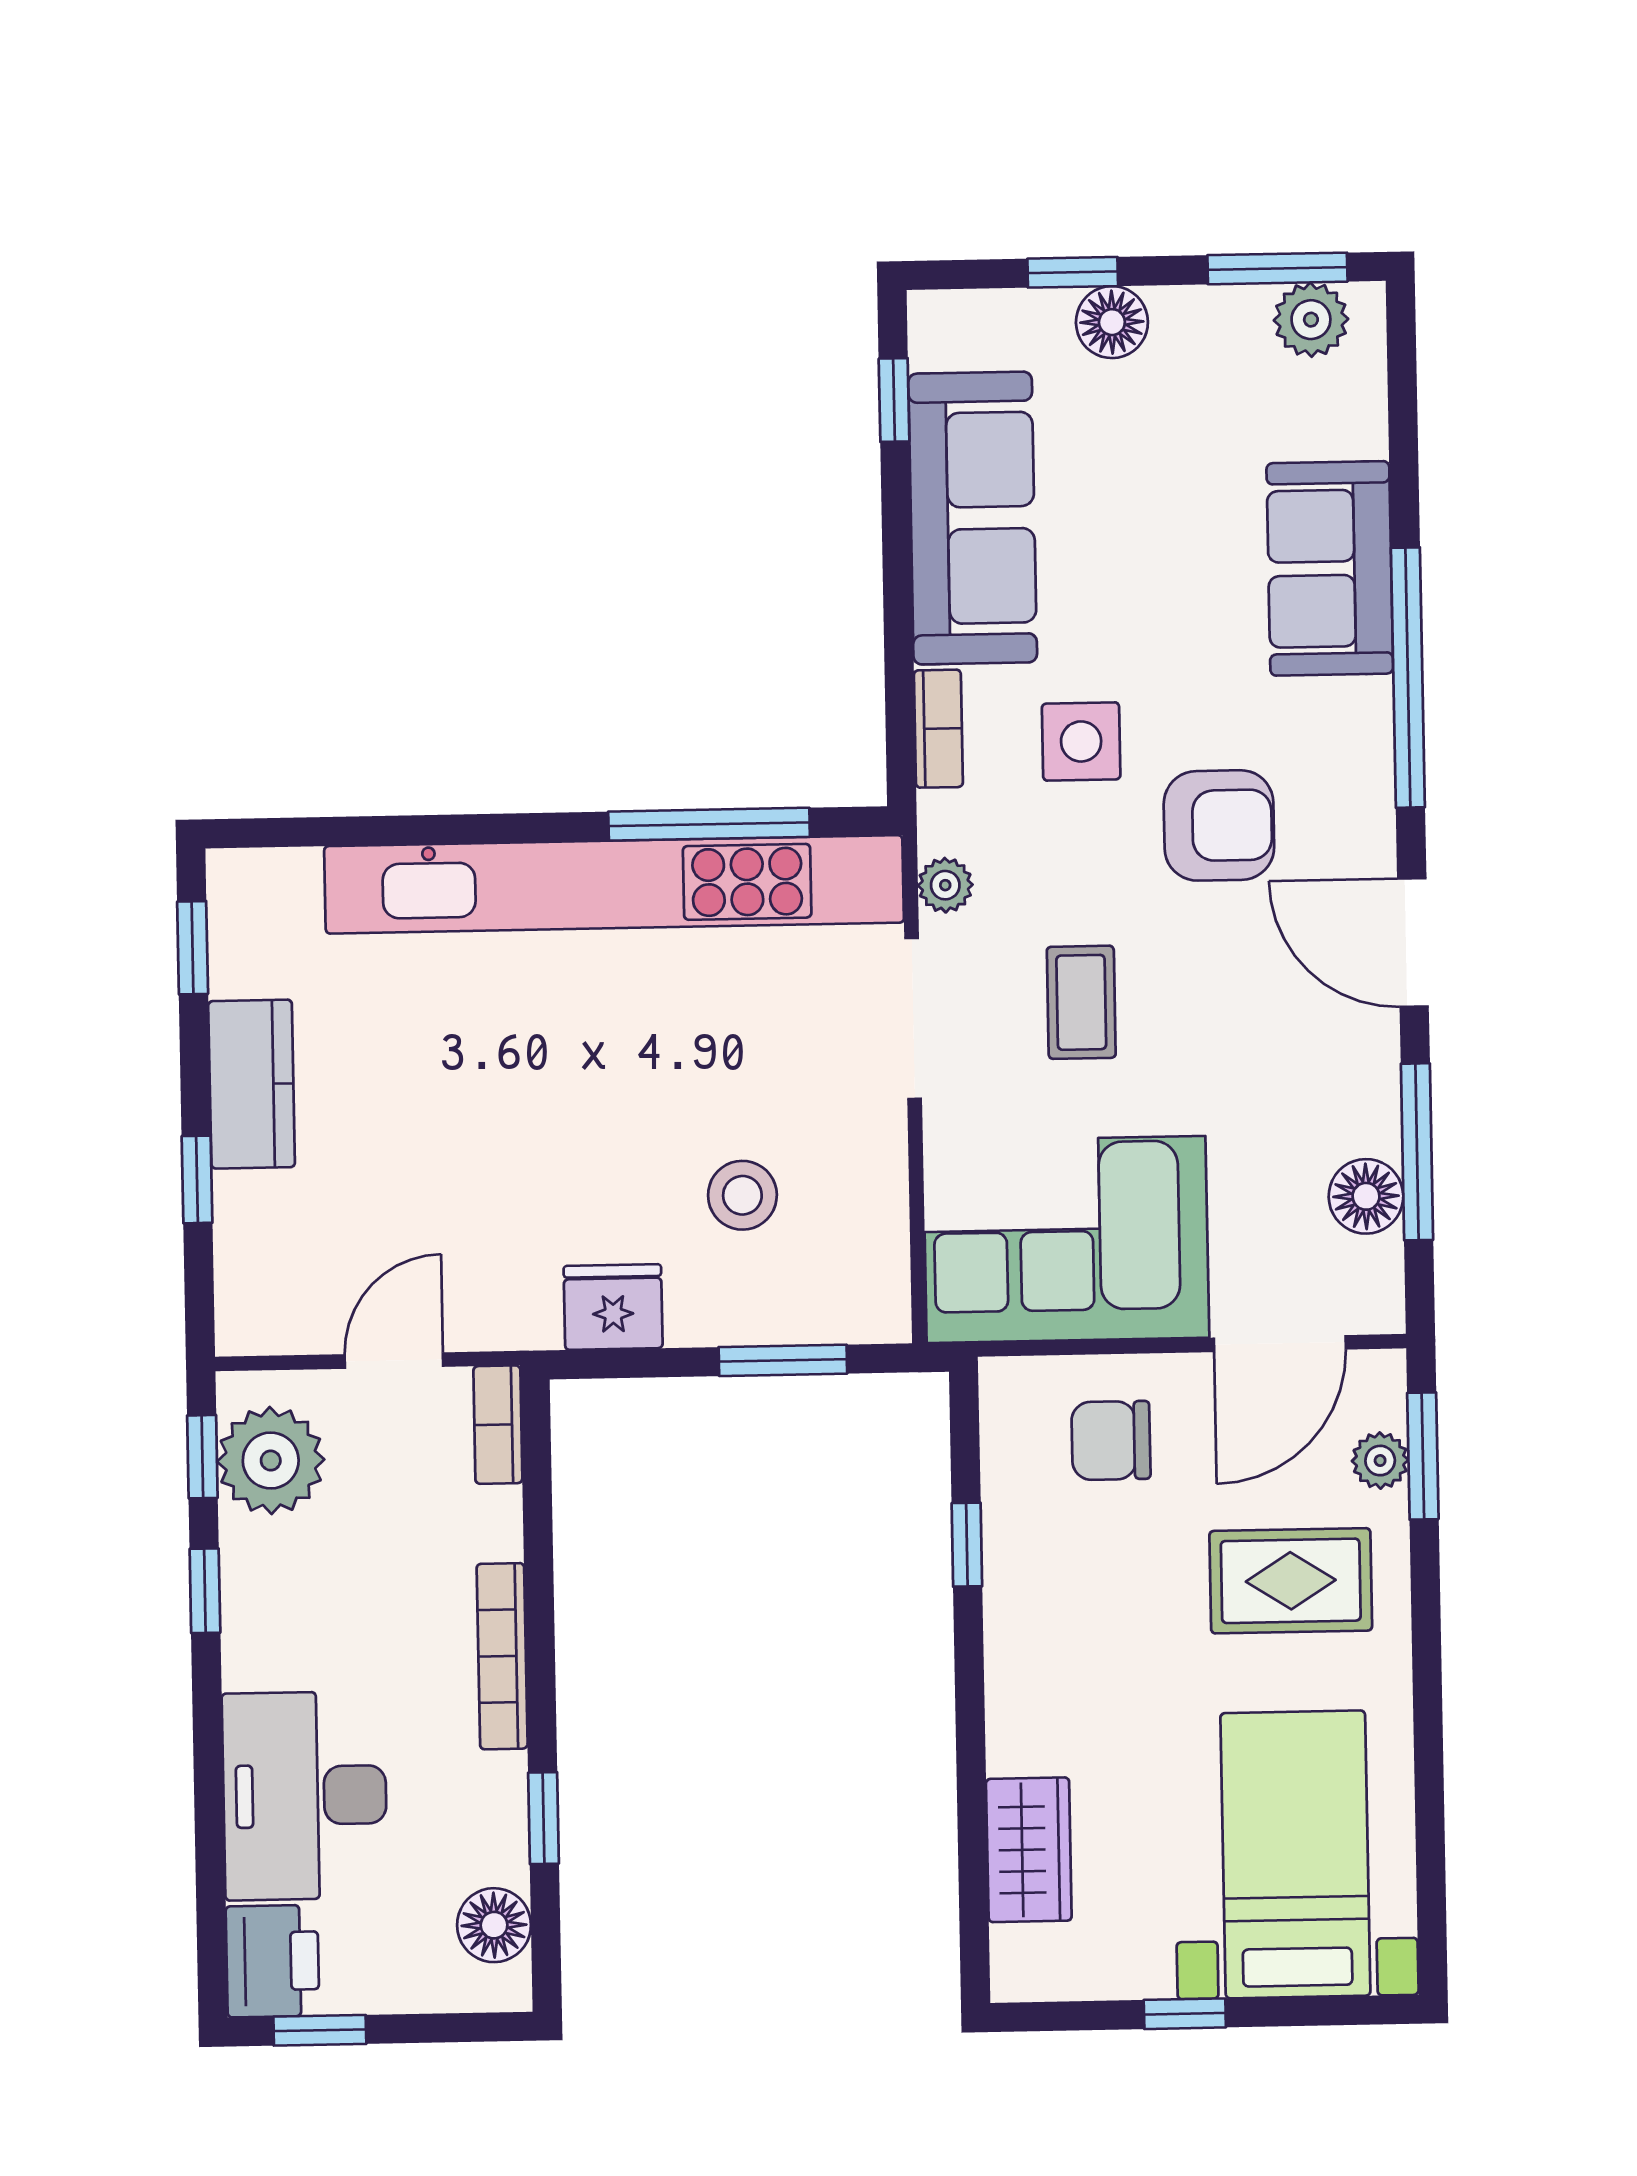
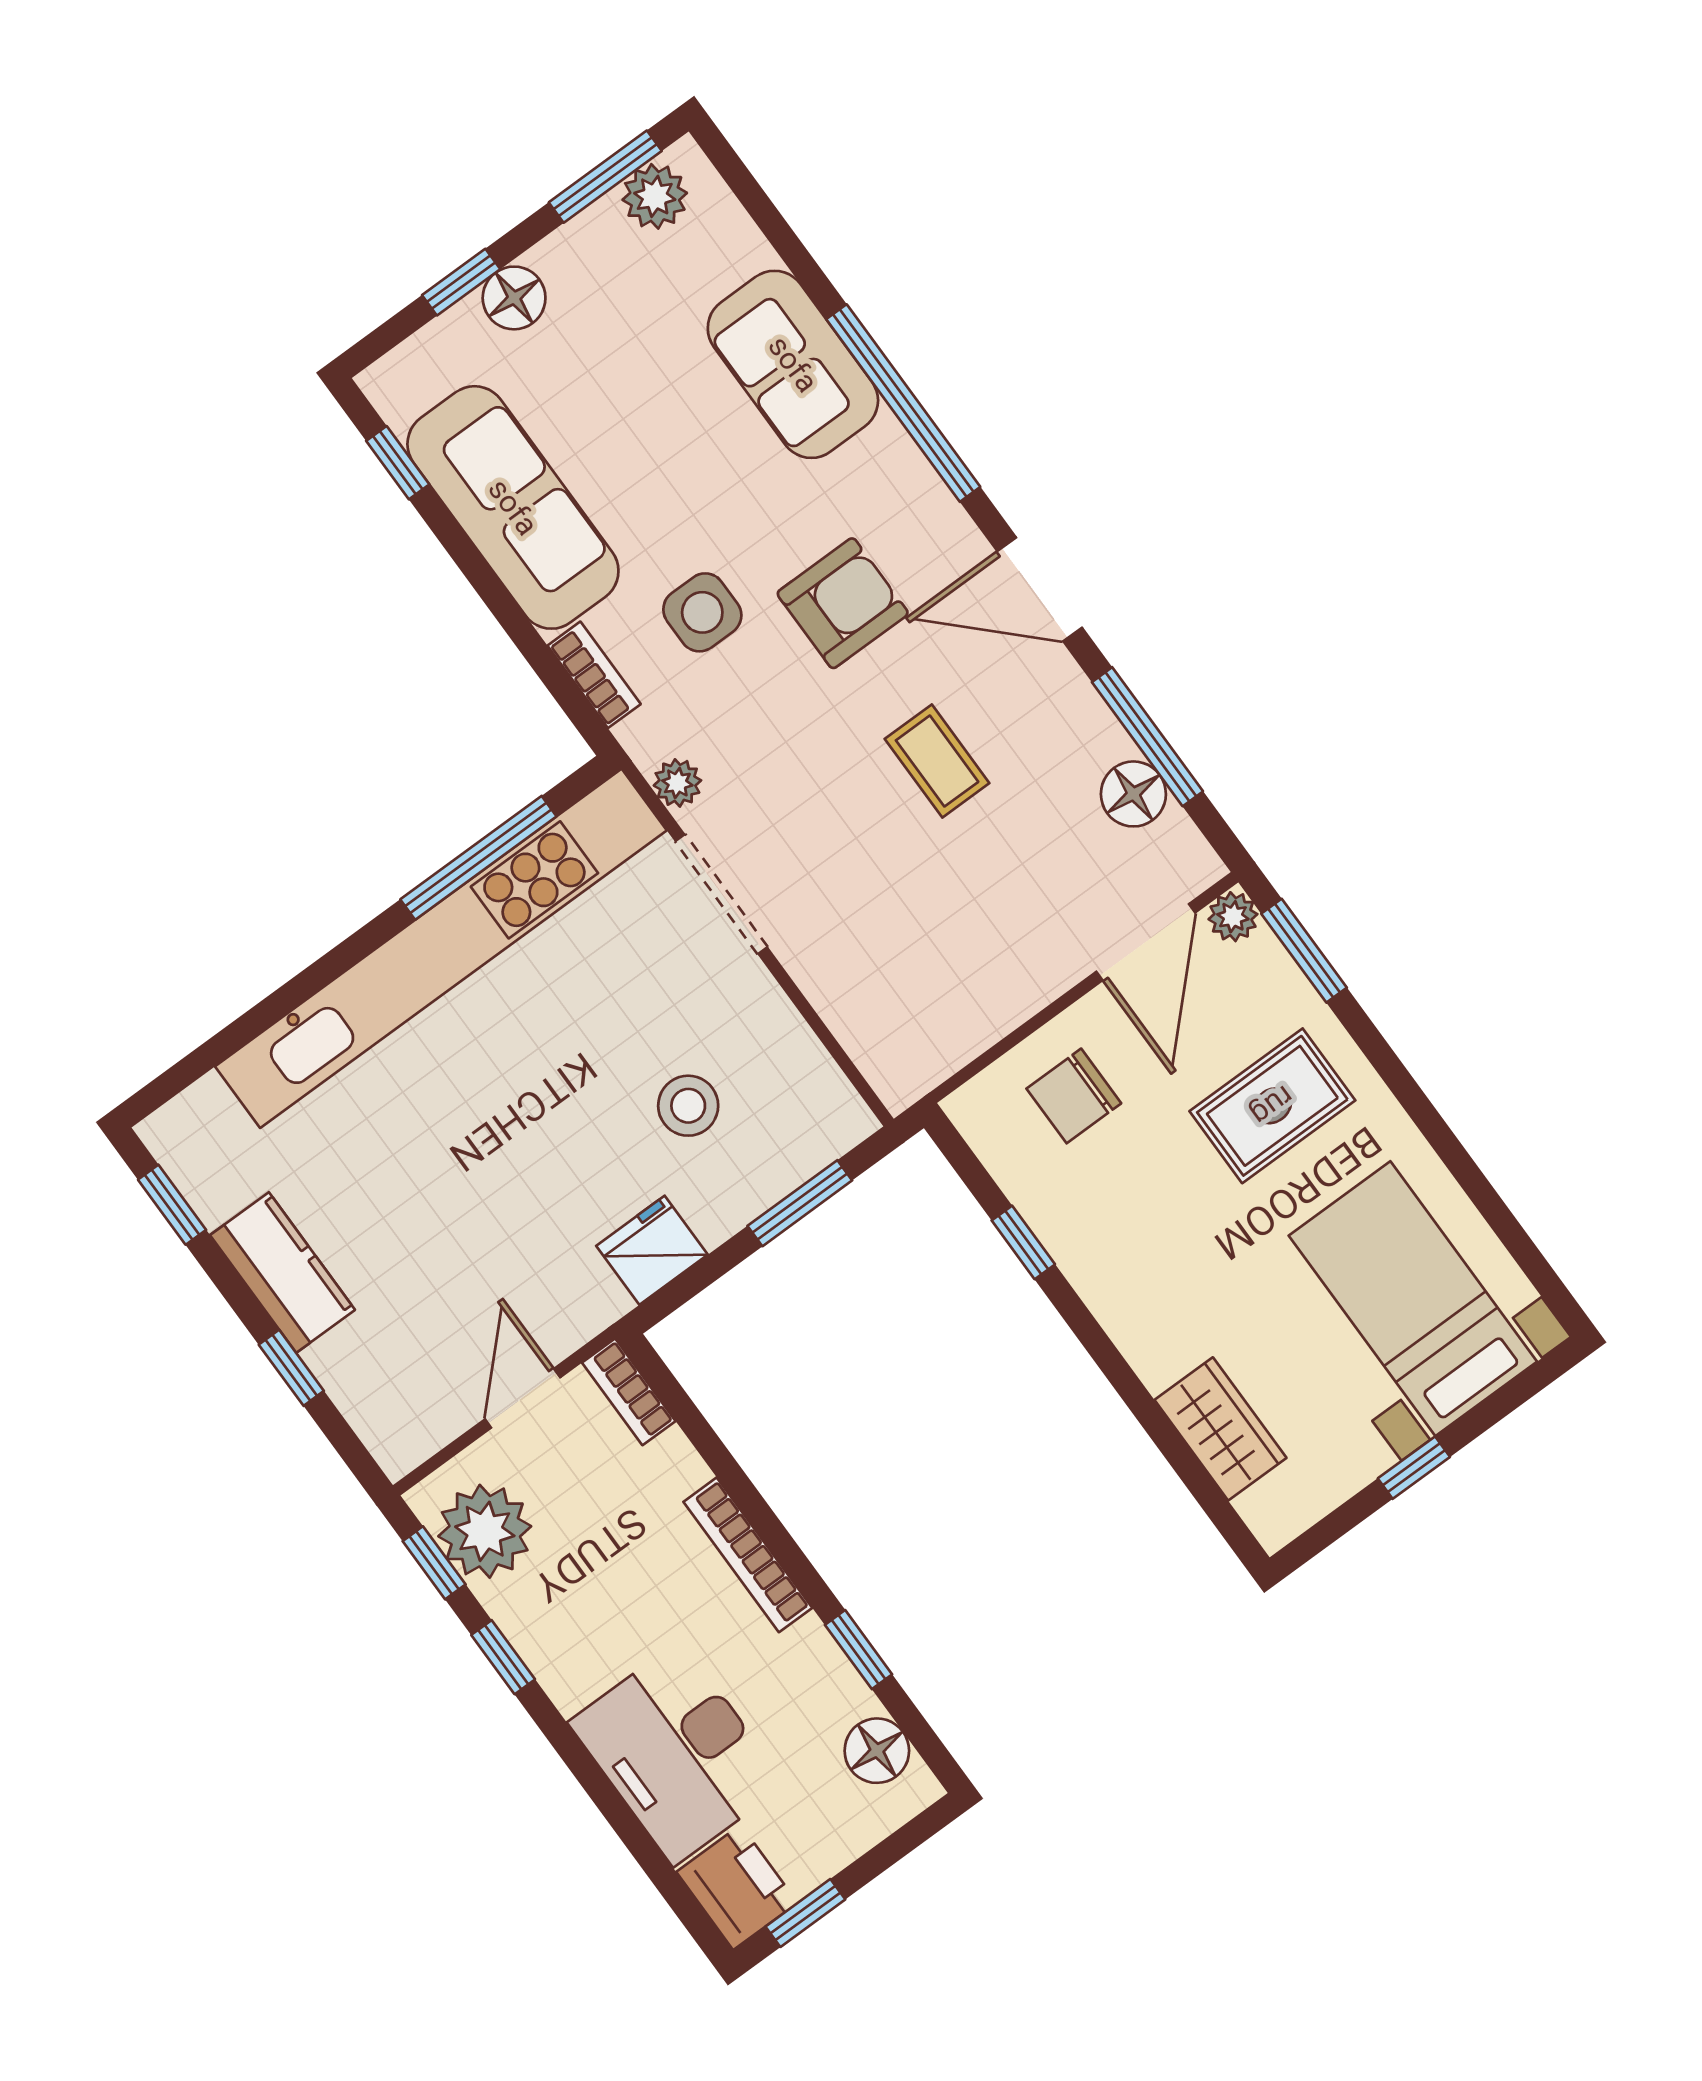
coffee table: (1081, 1002) -> (937, 761), moved
corner sofa: (1066, 1239) -> (941, 975), removed
plant: (1380, 1461) -> (1233, 917), moved

